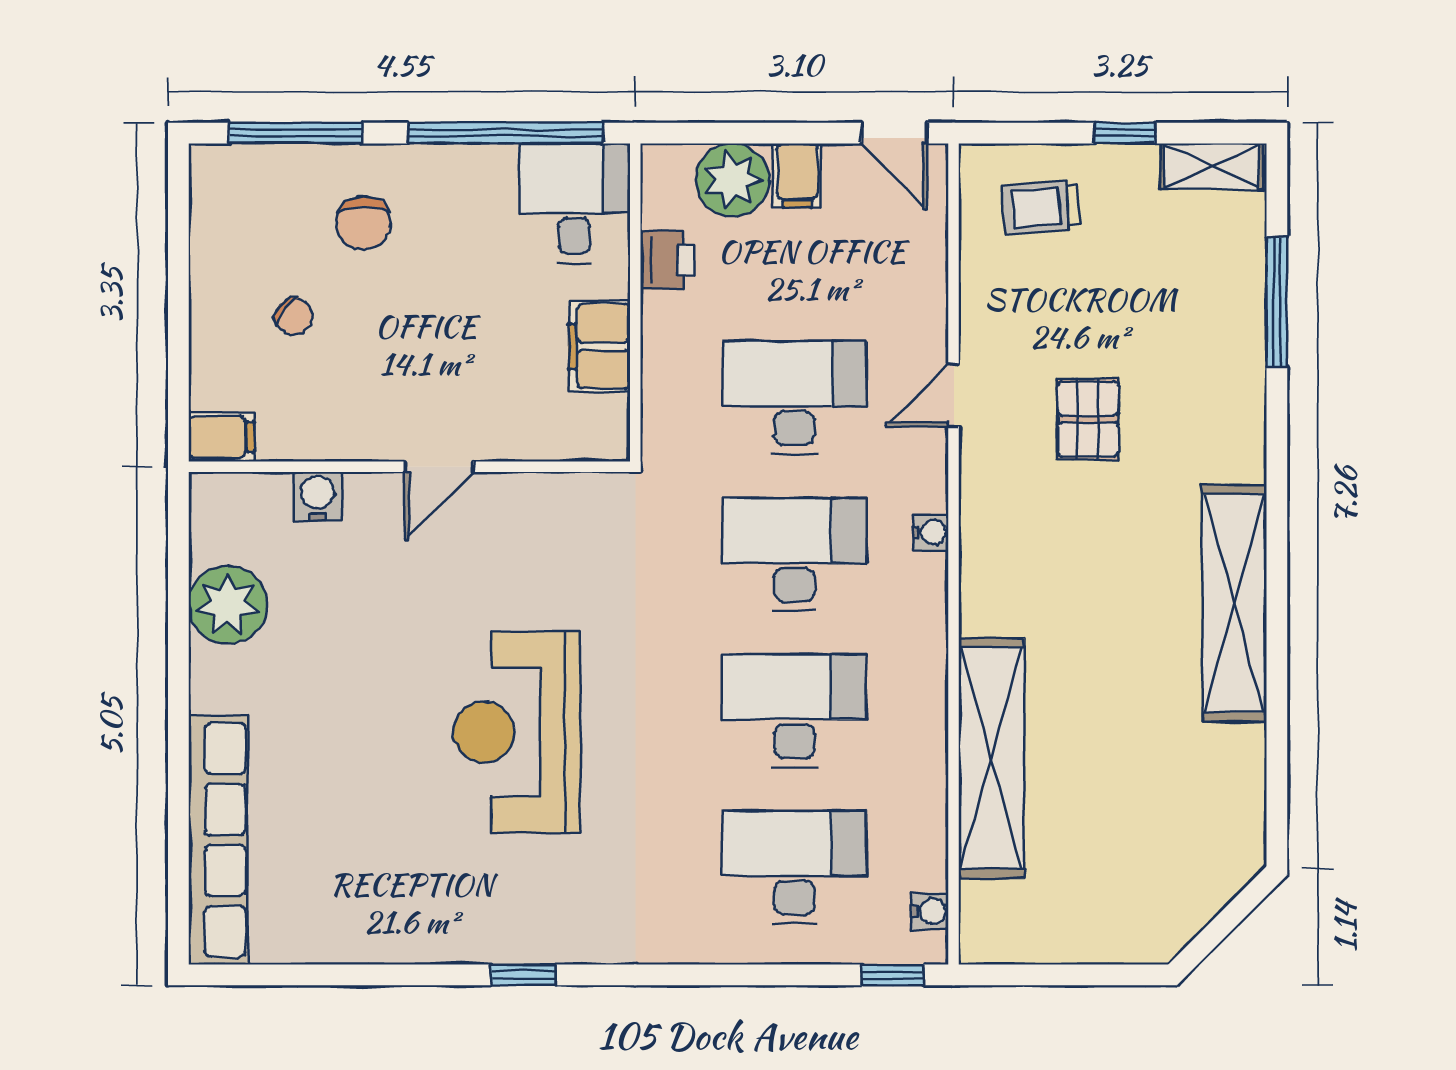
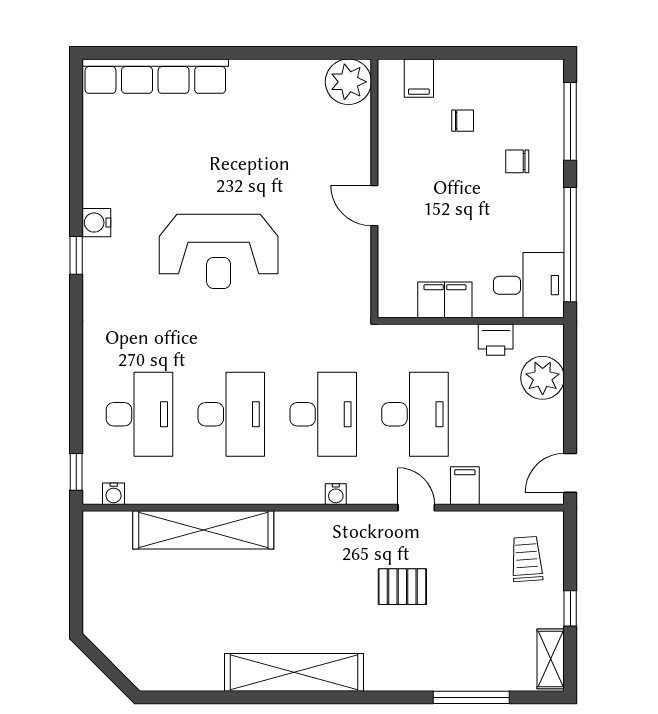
filing cabinet: (797, 176) -> (465, 486), moved, turned 90
chair: (363, 223) -> (517, 161), width x0.73, depth x0.73
chair: (294, 316) -> (463, 121), turned -127
filing cabinet: (222, 437) -> (419, 78), moved
water cooler: (318, 496) -> (96, 223), moved, turned 180
plant: (228, 605) -> (348, 82), moved
reception desk: (517, 732) -> (219, 251), turned 180

